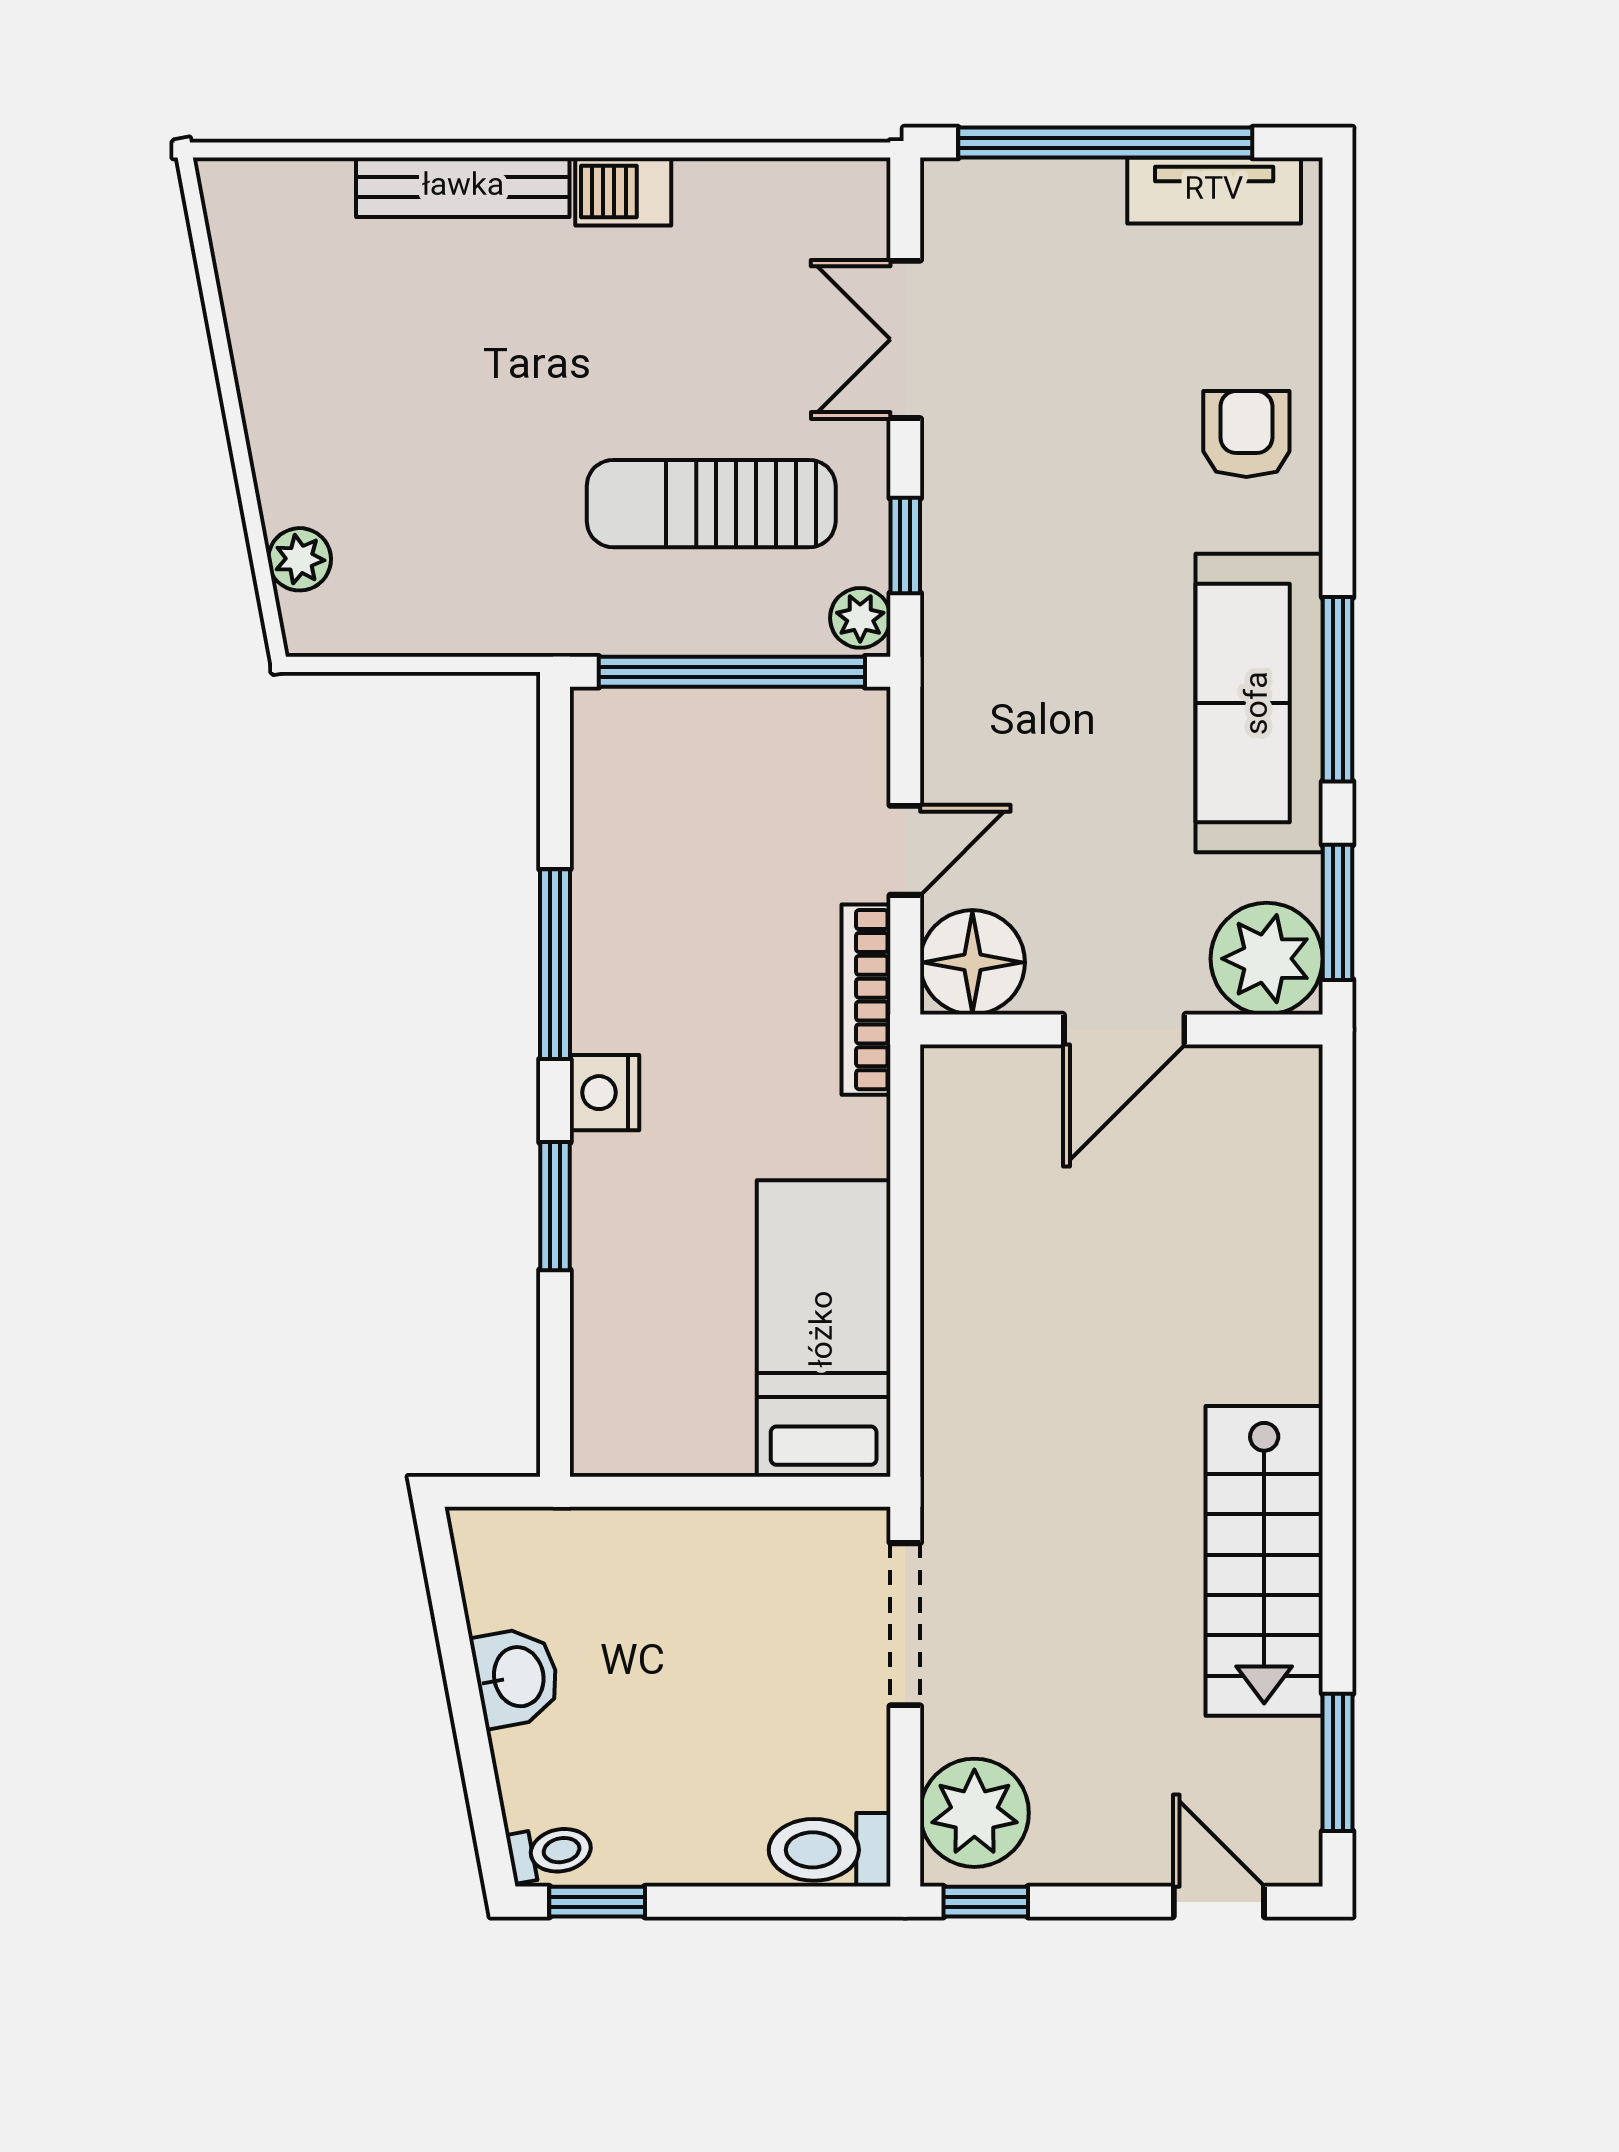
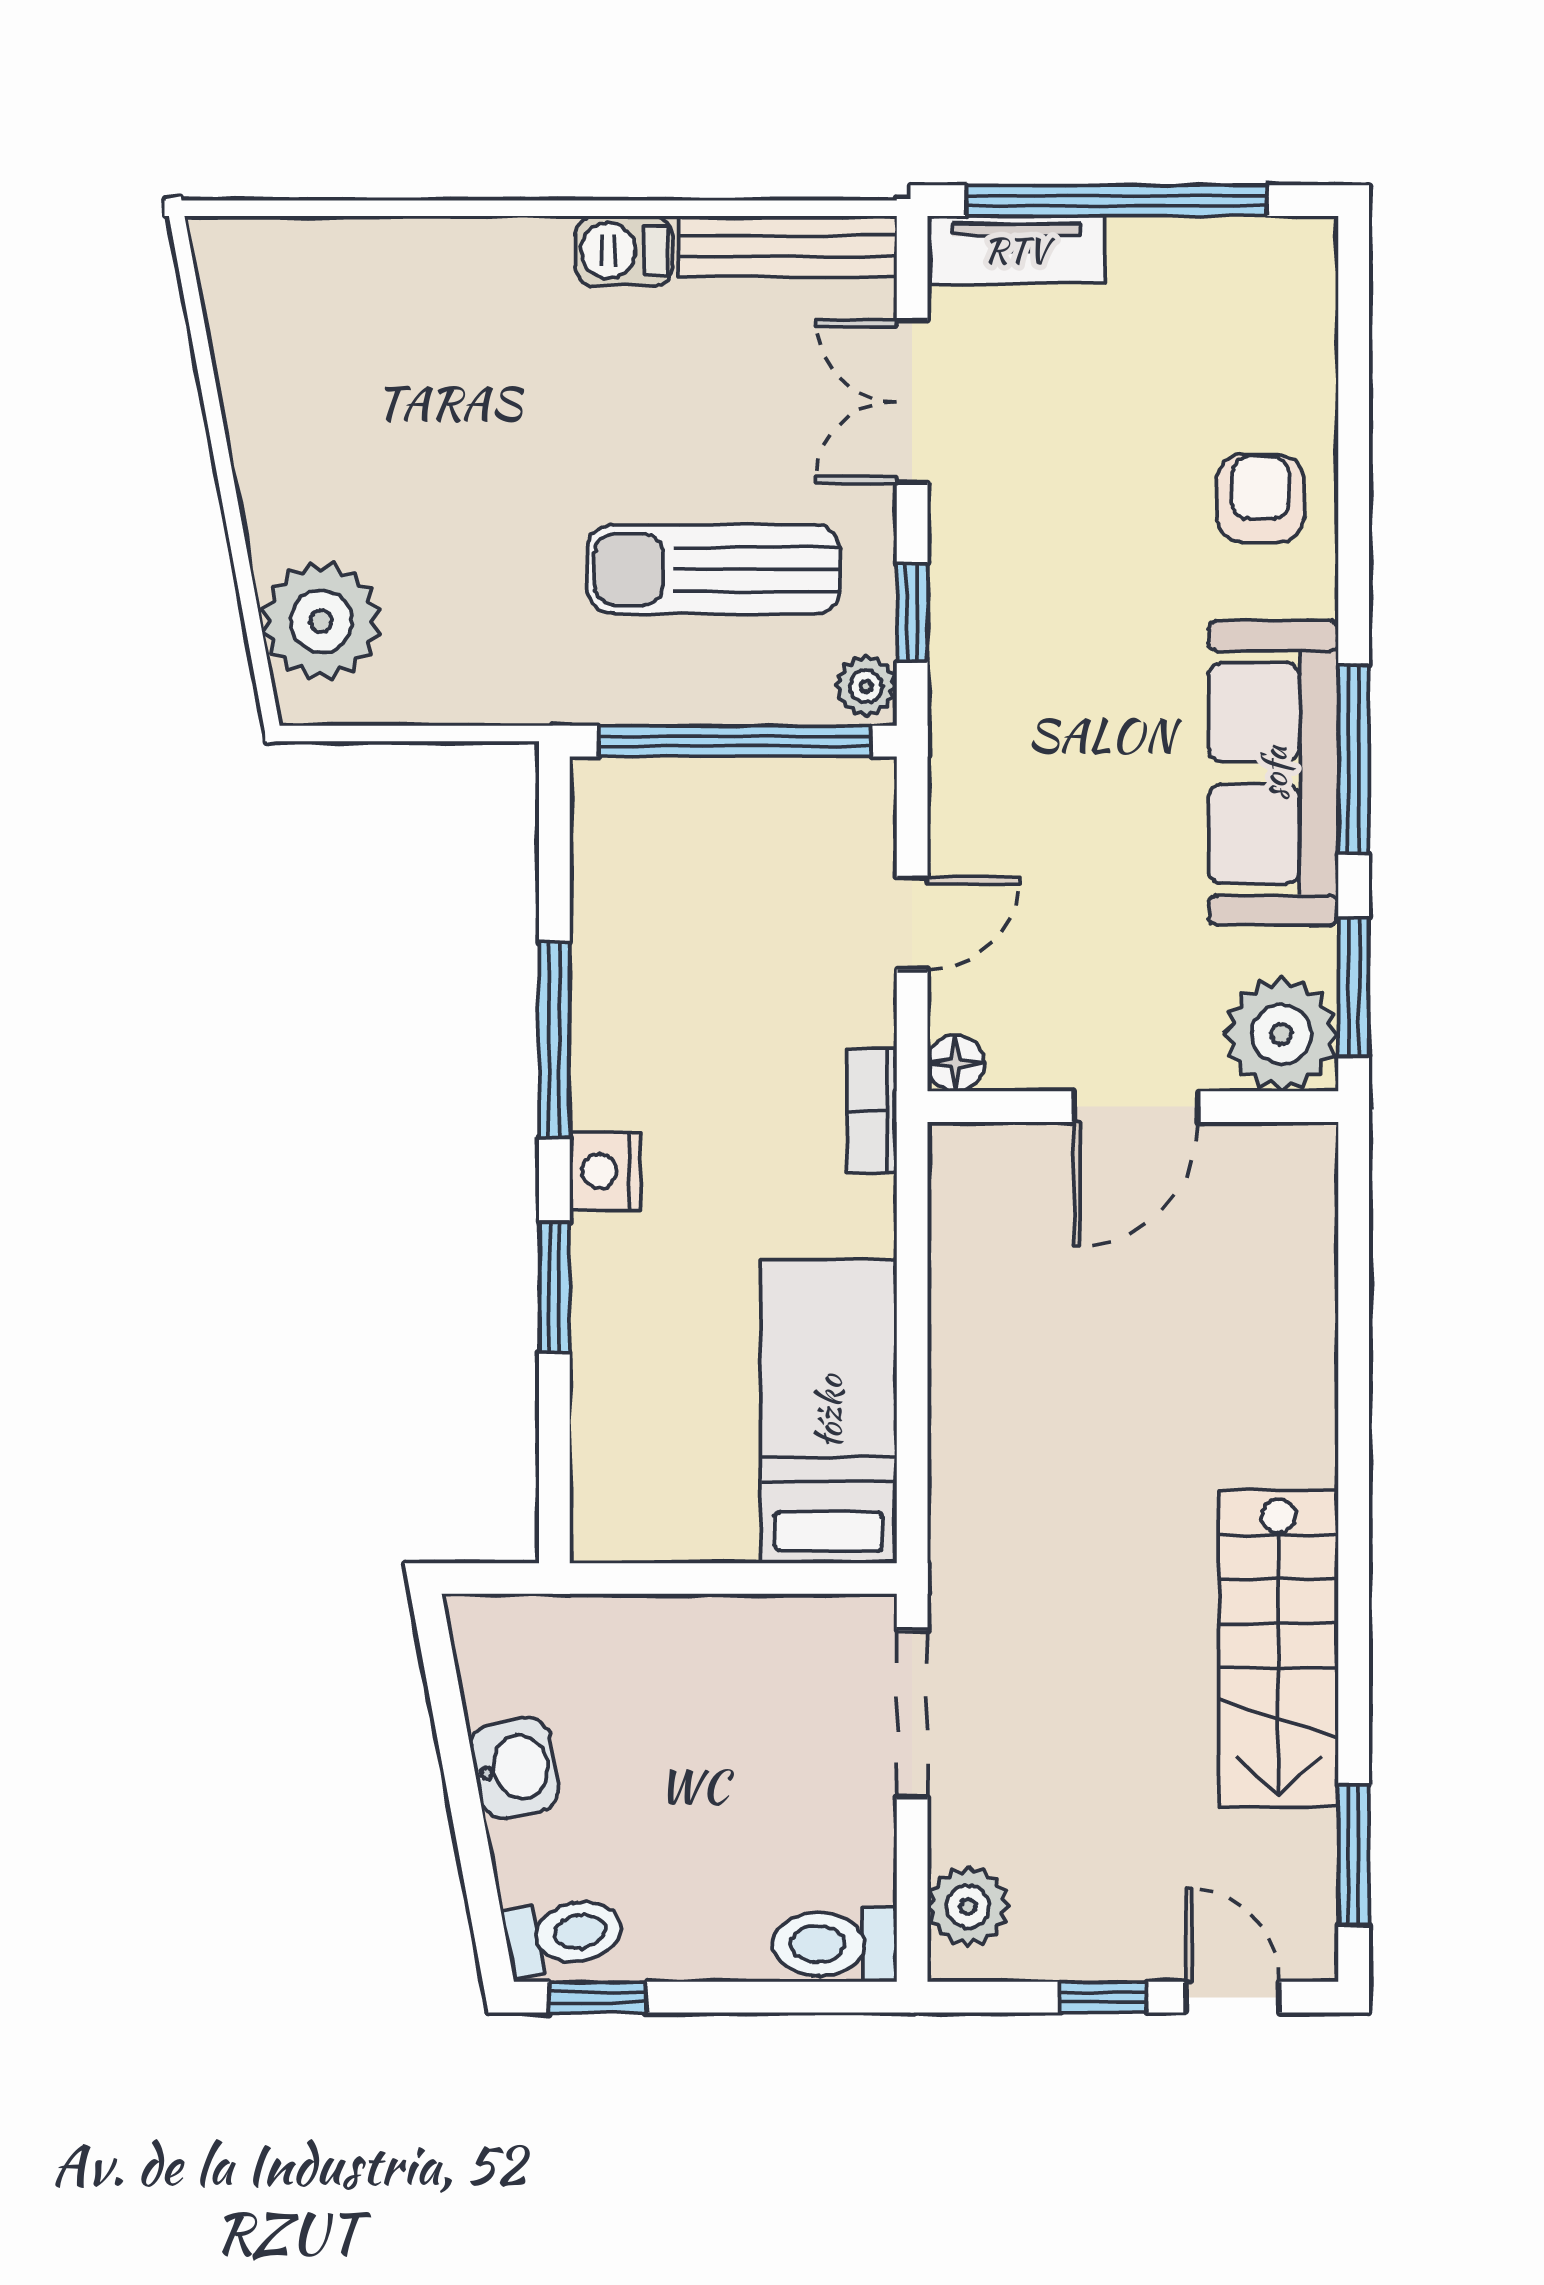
bench: (463, 187) -> (788, 246), moved
tv unit: (1214, 191) -> (1016, 250), moved
plant: (300, 559) -> (321, 621), width x1.87, depth x1.87
floor lamp: (972, 962) -> (956, 1063), width x0.53, depth x0.53
bookcase: (866, 1000) -> (872, 1111), width x0.64
plant: (974, 1813) -> (968, 1906), width x0.73, depth x0.73
toilet: (550, 1852) -> (564, 1934), width x1.37, depth x1.39
window: (986, 1902) -> (1103, 1997), moved

